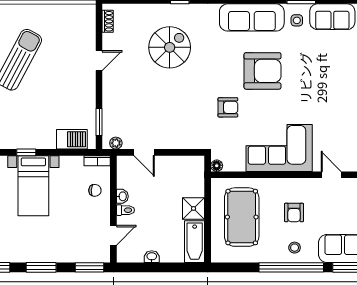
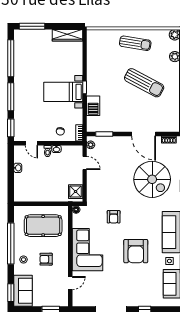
spiral stairs: (170, 47) -> (152, 179), width x1.37, depth x1.37
door: (99, 61) -> (144, 134), width x1.88
armchair: (262, 71) -> (136, 251), moved
barbecue: (72, 139) -> (93, 106), moved
door: (144, 152) -> (85, 163), swing flipped
shower: (194, 208) -> (76, 192), moved
bathtub: (195, 242) -> (27, 195), removed
window: (41, 267) -> (11, 97), width x1.44
window: (291, 267) -> (11, 243), moved

